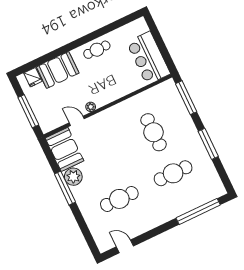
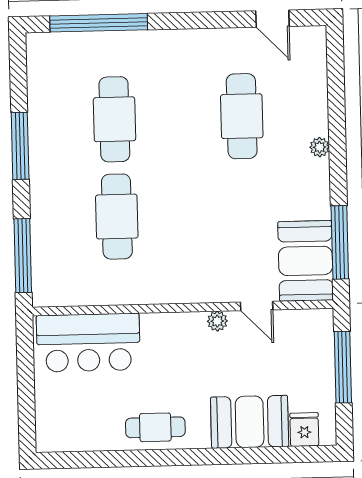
bar counter: (148, 58) -> (88, 343), moved, turned 90
cafe table: (173, 173) -> (114, 119), turned 90
plant: (73, 177) -> (320, 147), moved, width x0.53, depth x0.53
window: (65, 188) -> (340, 242), moved
cafe table: (119, 199) -> (242, 116), turned 90

